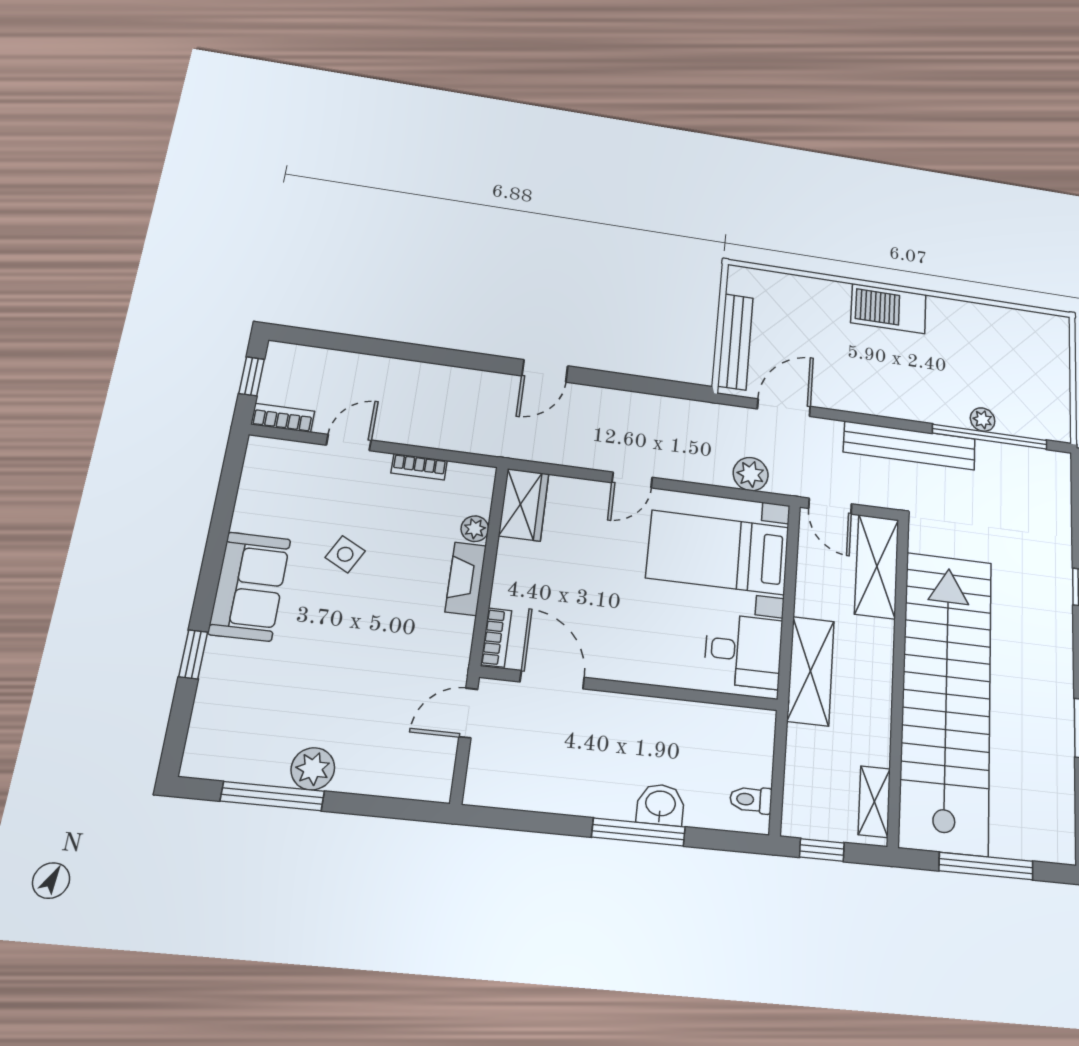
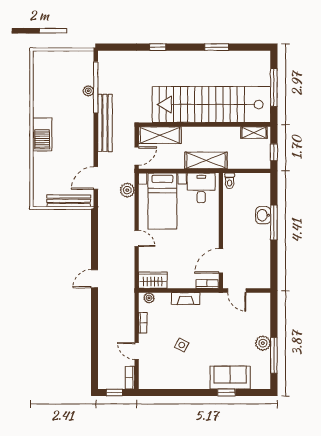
door: (545, 371) -> (94, 279), swing flipped
door: (784, 408) -> (96, 178), hinge flipped
plant: (475, 529) -> (149, 298), moved
sofa: (250, 586) -> (230, 378), moved
toilet: (751, 800) -> (230, 181), moved

